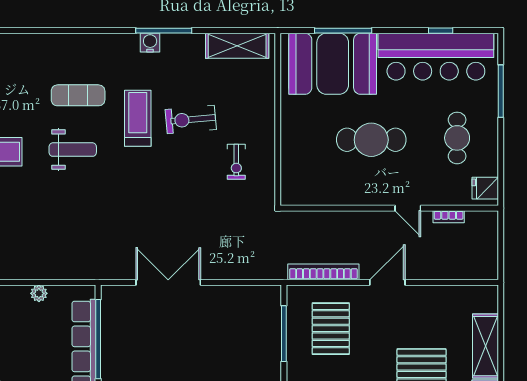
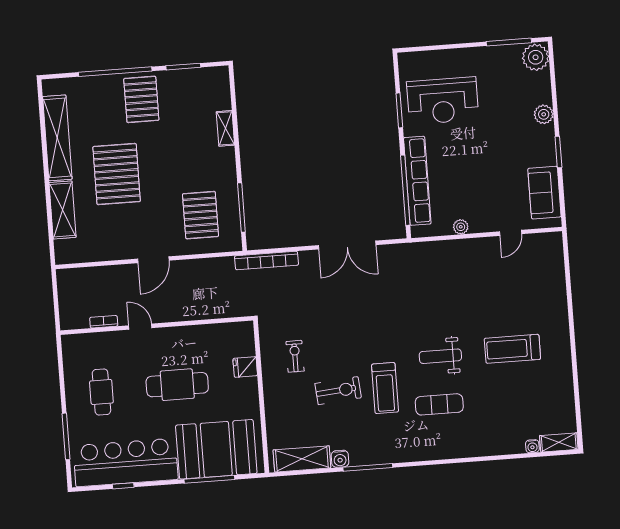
water cooler: (150, 43) -> (340, 459), moved
fridge: (485, 188) -> (245, 367), moved, turned 180
bookcase: (323, 272) -> (267, 261), moved

